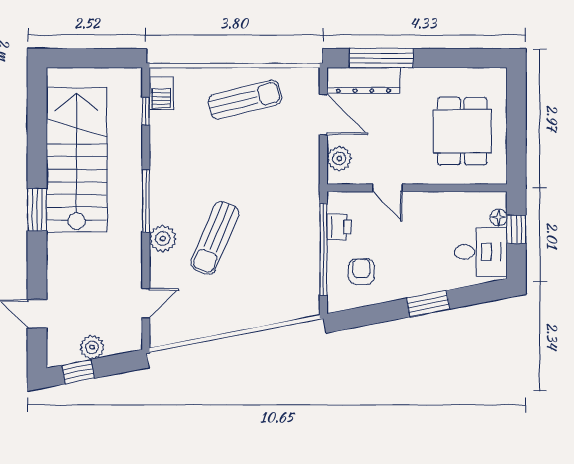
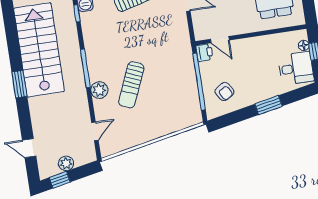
plant: (339, 158) -> (200, 24), removed
door: (387, 188) -> (220, 40), moved
printer: (339, 227) -> (204, 53), moved
armchair: (361, 272) -> (224, 92), turned 149

